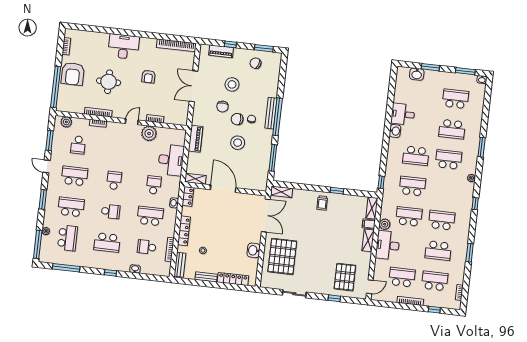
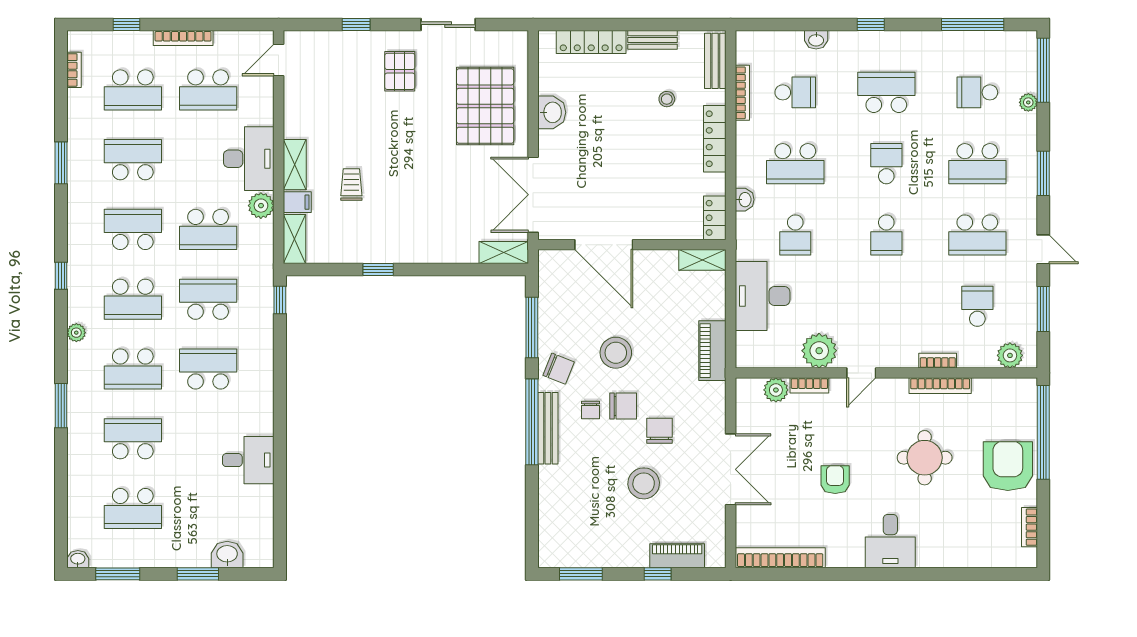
desk: (124, 47) -> (890, 541), width x0.73
chair: (256, 63) -> (559, 369), moved
plant: (170, 119) -> (776, 390), added
washbasin: (395, 131) -> (262, 420), removed
school desk: (412, 186) -> (208, 299), turned 180
door: (223, 189) -> (604, 245), moved
school desk: (445, 190) -> (133, 299), added
trolley: (322, 203) -> (351, 184), moved
school desk: (111, 211) -> (886, 164), turned 90
school desk: (442, 220) -> (133, 229), turned 180
school desk: (67, 238) -> (977, 92), width x0.54
pallet: (345, 277) -> (400, 71), moved, width x0.67, depth x0.71

